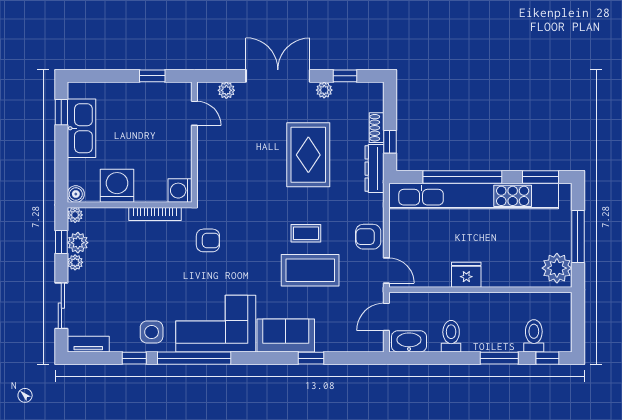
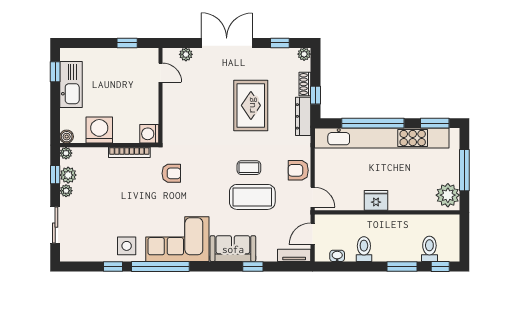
plant: (324, 90) -> (304, 54), moved
washbasin: (409, 341) -> (337, 256), width x0.52, depth x0.69
tv unit: (88, 344) -> (294, 255), moved

